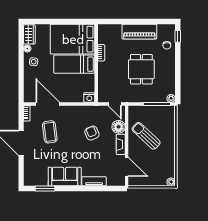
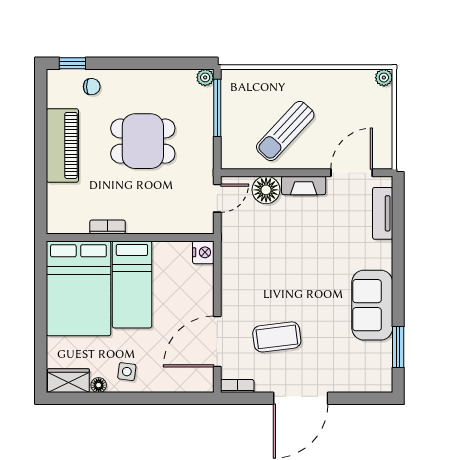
armchair: (92, 133) -> (279, 247), removed
tv unit: (94, 181) -> (383, 213), moved

